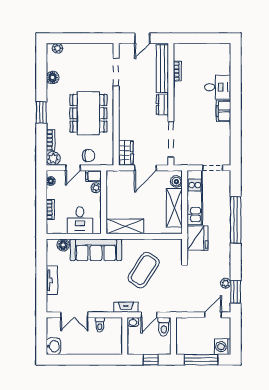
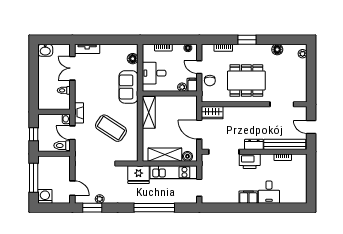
printer: (182, 110) -> (250, 161), added
plant: (53, 158) -> (207, 50), removed
sofa: (96, 250) -> (129, 87), width x0.73
tv unit: (52, 280) -> (87, 49), moved

